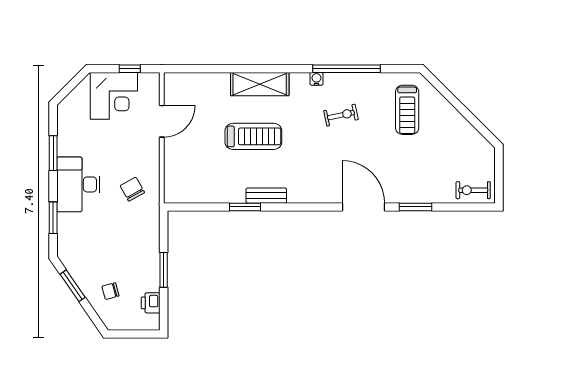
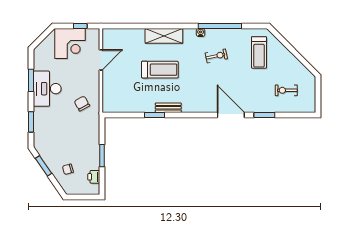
desk: (78, 184) -> (47, 89), moved
exercise bike: (473, 190) -> (286, 90), moved

